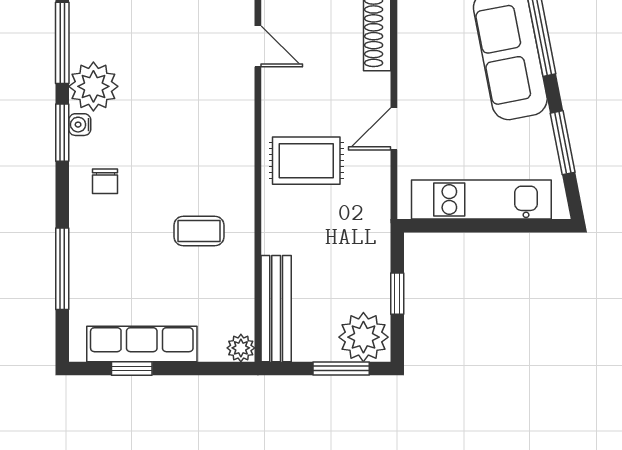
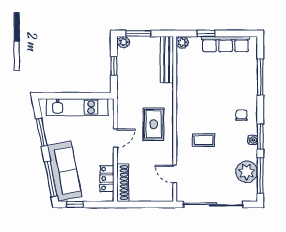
locker: (413, 36) -> (107, 179), added
plant: (93, 86) -> (247, 172), moved
rug: (306, 161) -> (154, 124), turned 90
coffee table: (199, 231) -> (203, 140), moved
plant: (363, 337) -> (124, 42), width x0.53, depth x0.53
window: (132, 368) -> (206, 33), moved

